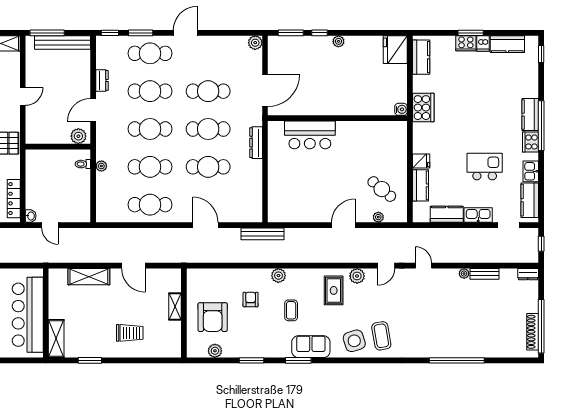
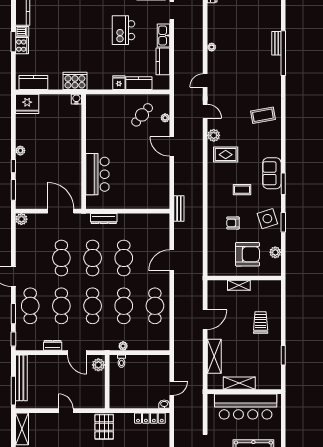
bench: (262, 234) -> (179, 208), width x0.73
bench: (485, 274) -> (276, 43), moved
plant: (278, 276) -> (213, 200), removed
shelving: (56, 338) -> (239, 383), moved
side table: (354, 341) -> (267, 219), moved

